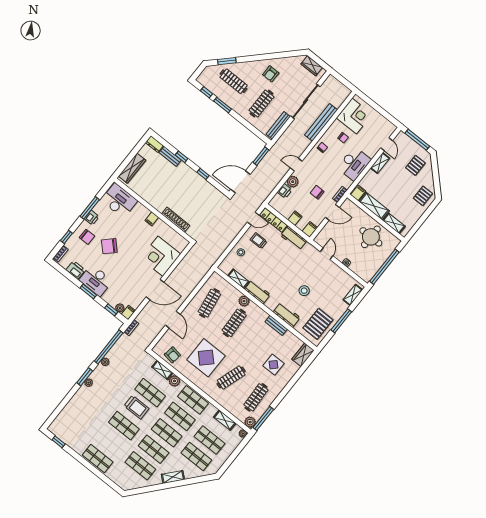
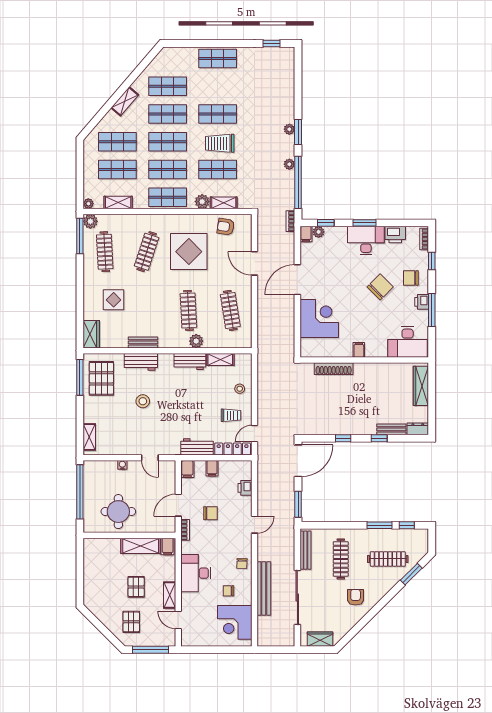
plant: (293, 182) -> (244, 504), removed
pallet: (423, 196) -> (136, 587), moved
shelving: (394, 223) -> (106, 544), removed
window: (341, 321) -> (80, 377), moved

